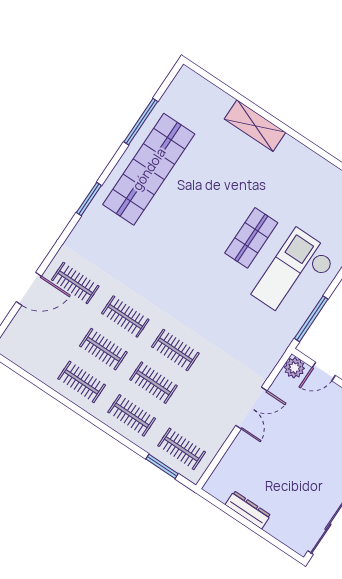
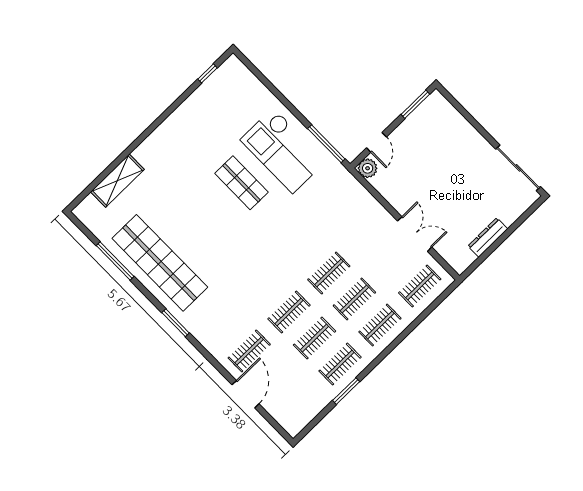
shelving: (255, 126) -> (117, 181), moved
double door: (251, 408) -> (415, 234), moved
window: (162, 466) -> (346, 391), moved

